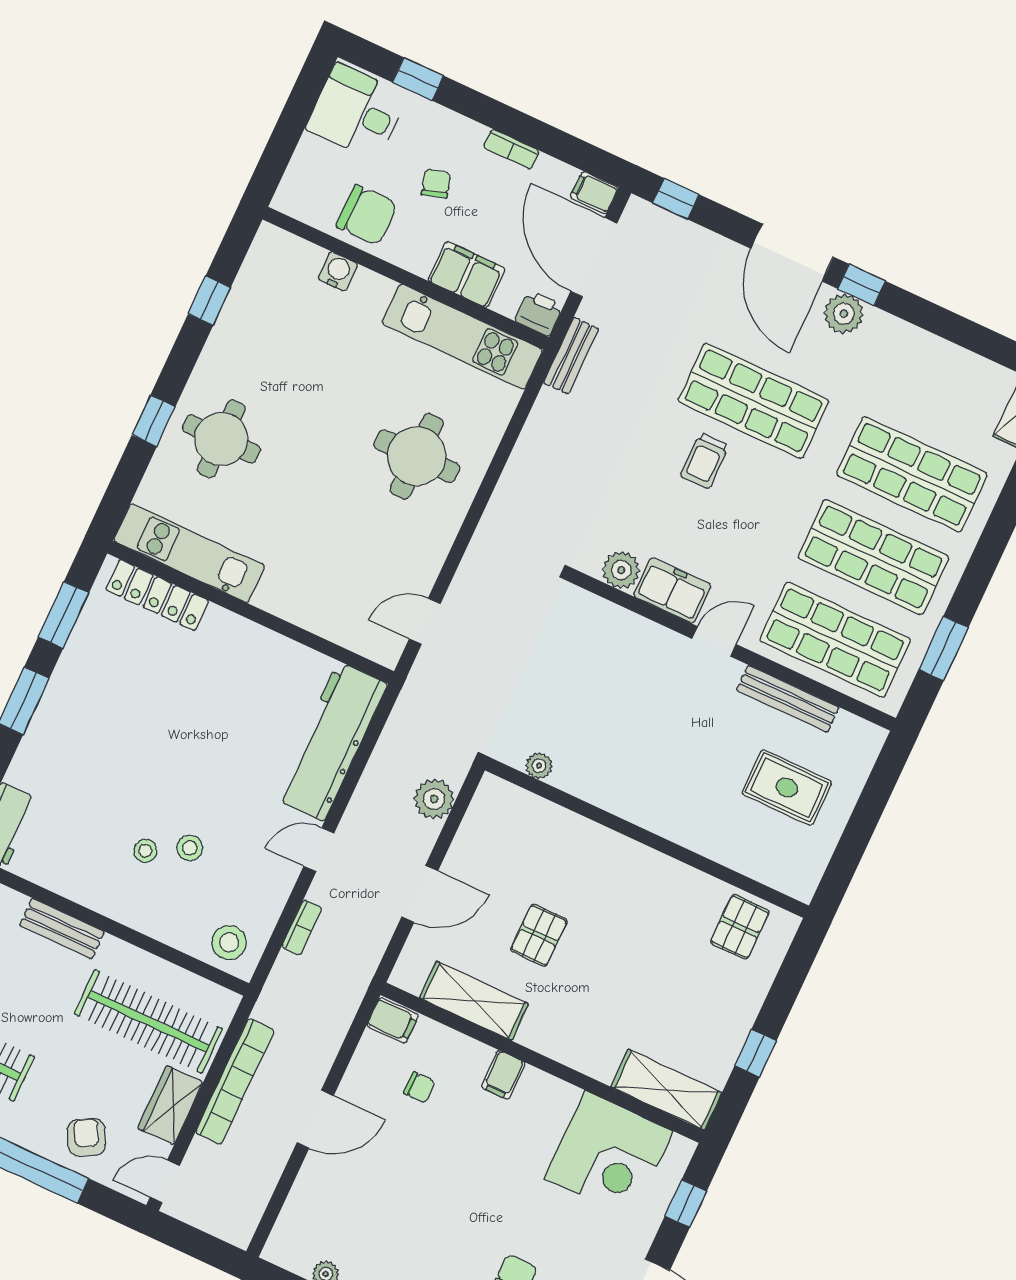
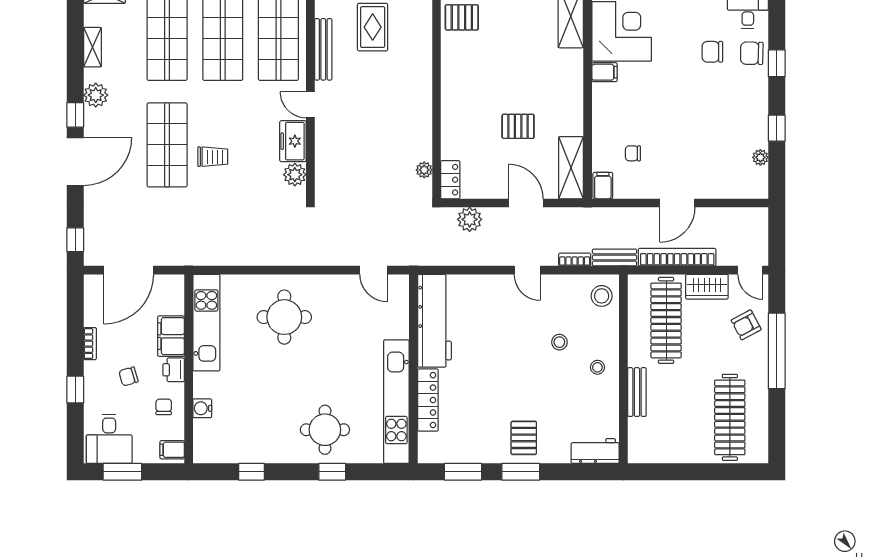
window: (418, 79) -> (75, 390), moved
window: (298, 109) -> (122, 472), added
filing cabinet: (594, 193) -> (172, 450), moved, turned 90
chair: (367, 215) -> (164, 407), width x0.54, depth x0.54
printer: (539, 313) -> (174, 370), moved
plant: (844, 314) -> (96, 95), moved
bench: (571, 356) -> (615, 257), moved
shelving: (950, 357) -> (92, 47), added
kitchen unit: (189, 553) -> (396, 402), width x1.36
locker: (157, 595) -> (428, 400), moved
pallet: (72, 729) -> (524, 438), added
workbench: (331, 741) -> (434, 321), moved, turned -90
locker: (506, 798) -> (450, 180), added
stool: (145, 851) -> (597, 367), moved
shelving: (474, 1001) -> (571, 168), moved
filing cabinet: (503, 1075) -> (605, 72), moved
chair: (420, 1087) -> (633, 153), turned -90
door: (315, 1119) -> (677, 203), swing flipped

